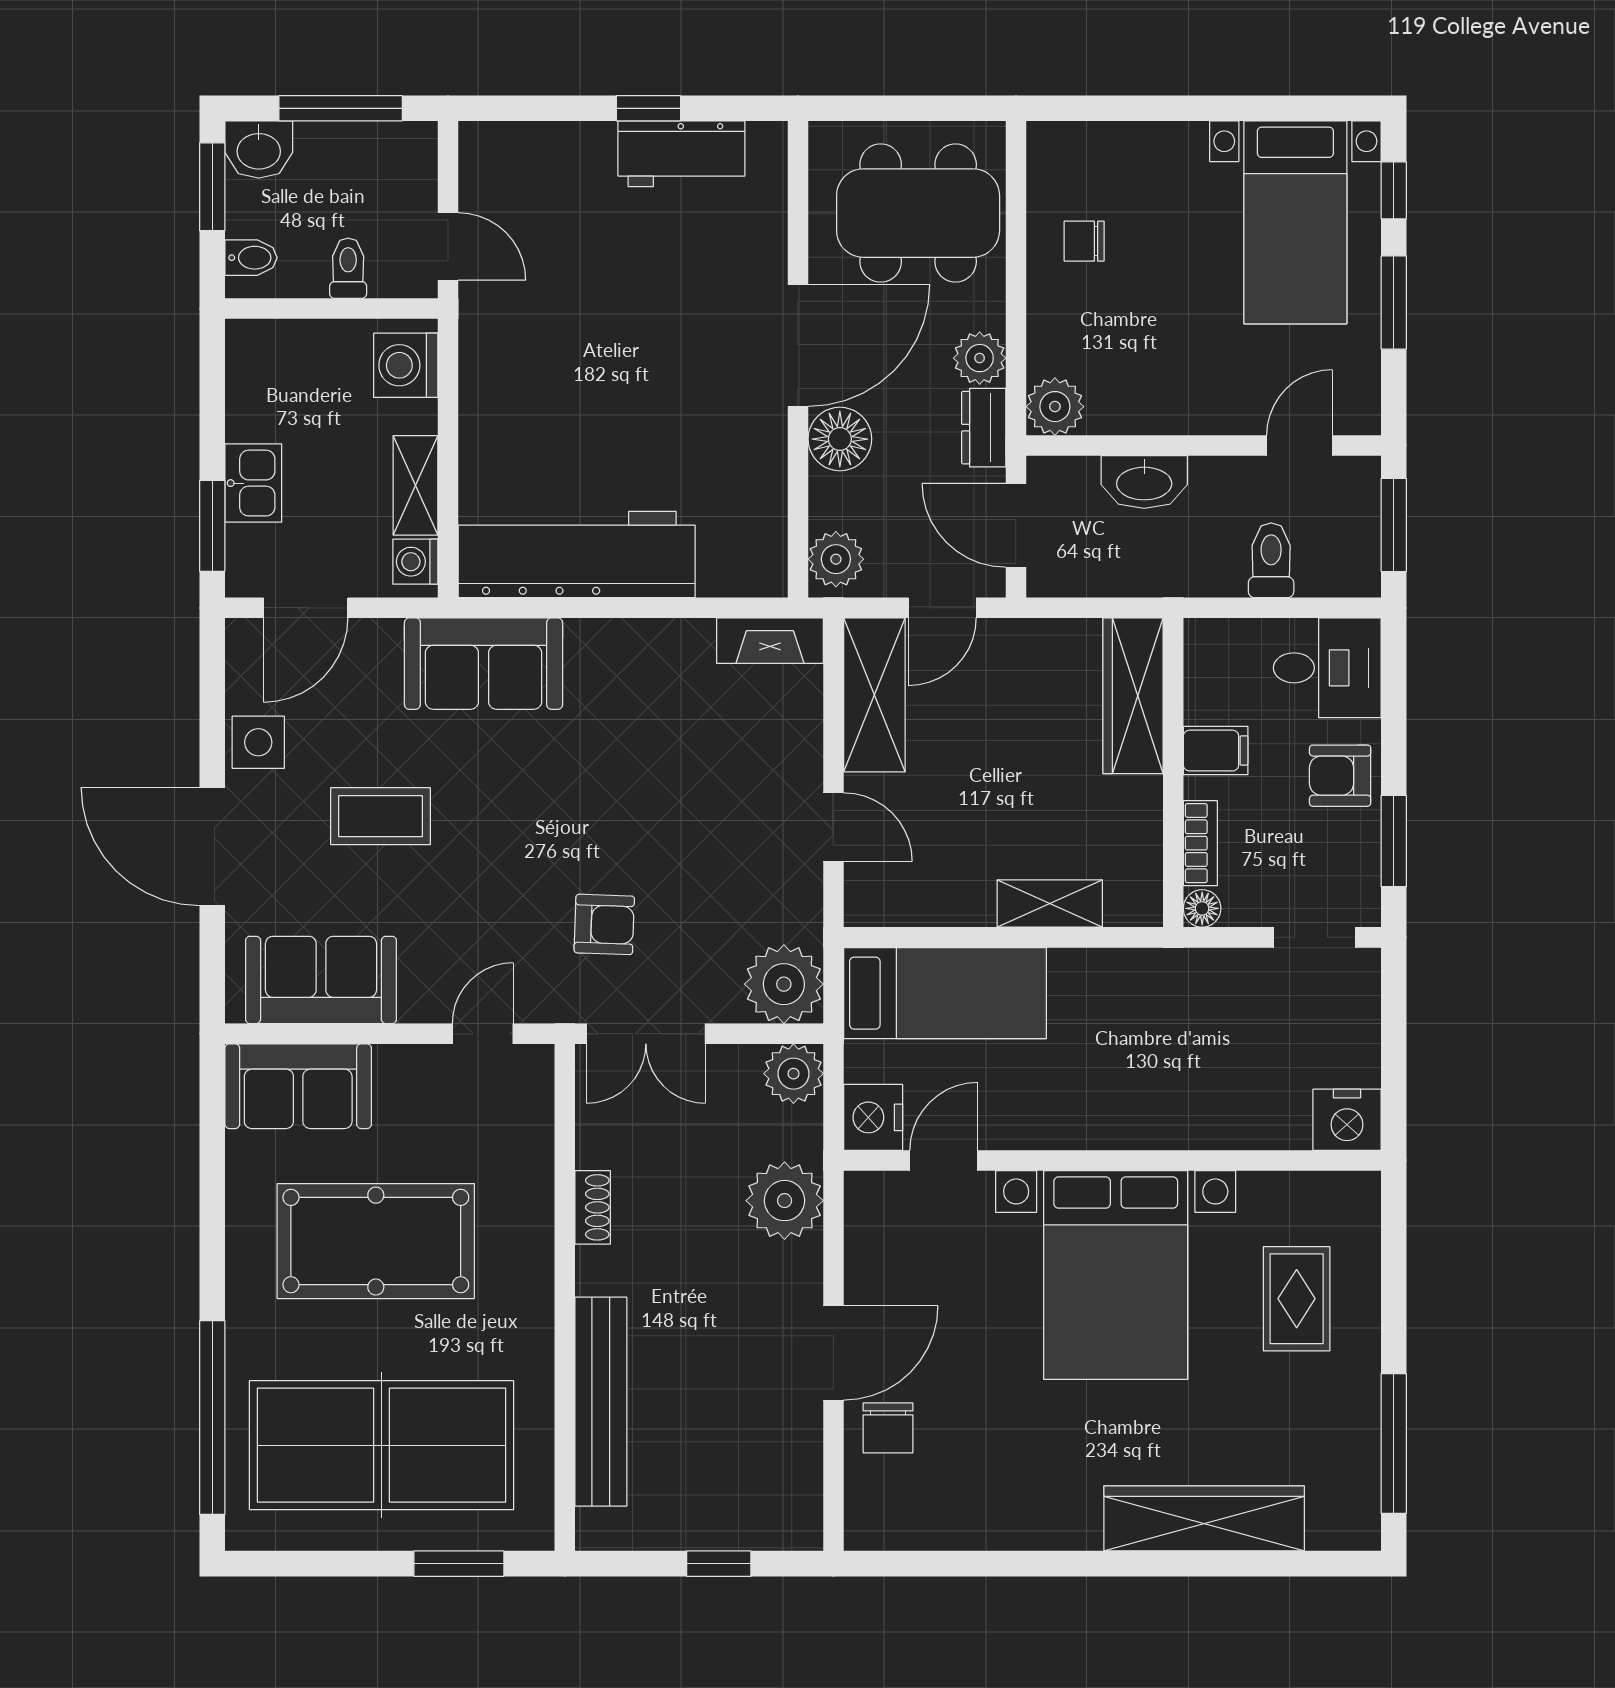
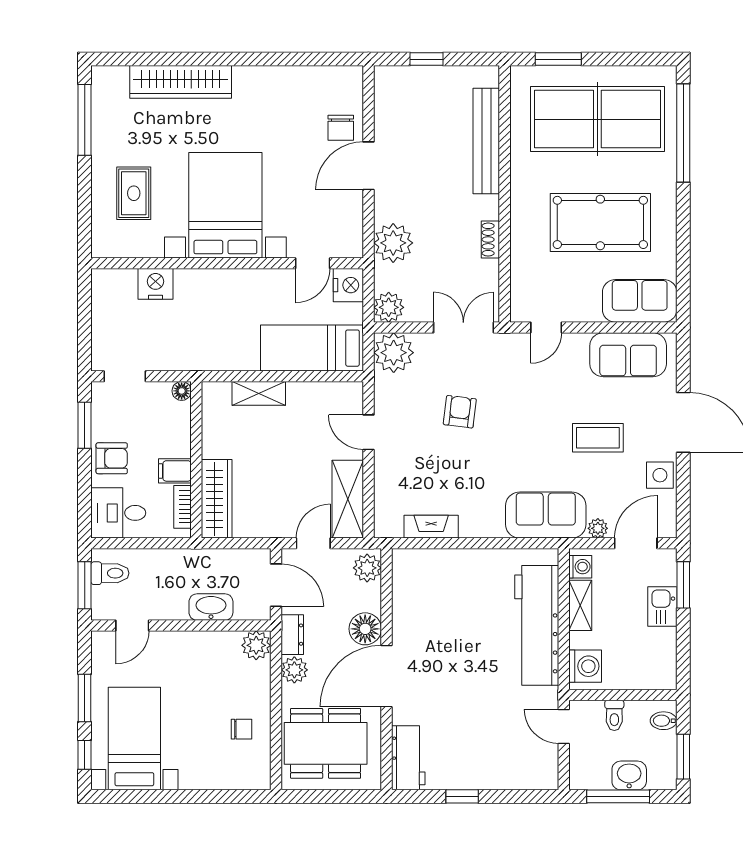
washbasin: (259, 150) -> (629, 775), moved
workbench: (681, 154) -> (408, 758), moved, turned 90
workbench: (577, 554) -> (537, 625), moved, turned 90
toilet: (1271, 560) -> (110, 573), moved, turned -90
plant: (381, 638) -> (598, 528), added
fireplace: (770, 641) -> (431, 527), moved
bookcase: (1200, 843) -> (183, 507), moved
armchair: (604, 924) -> (460, 412), moved, turned 95
nightstand: (1347, 1120) -> (155, 284), moved
chair: (888, 1428) -> (341, 128), turned 180

